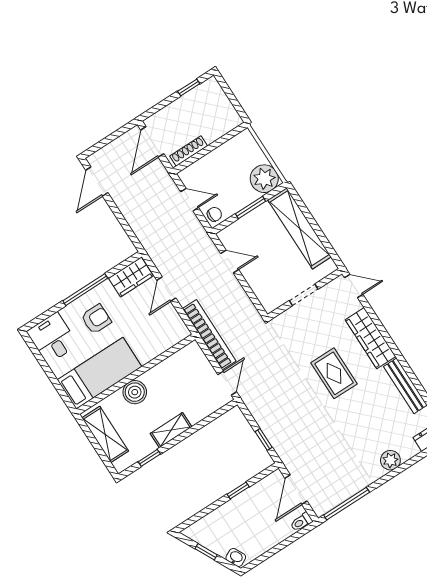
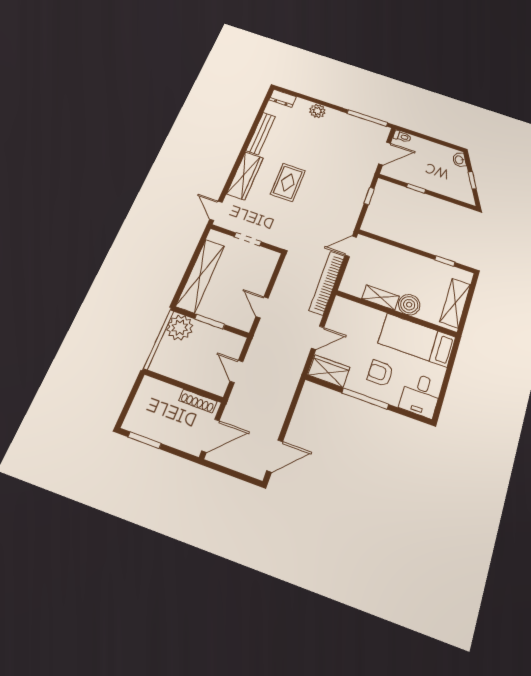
window: (189, 87) -> (145, 440), width x1.50
chair: (214, 214) -> (234, 344), removed
shelving: (171, 430) -> (381, 297), moved

